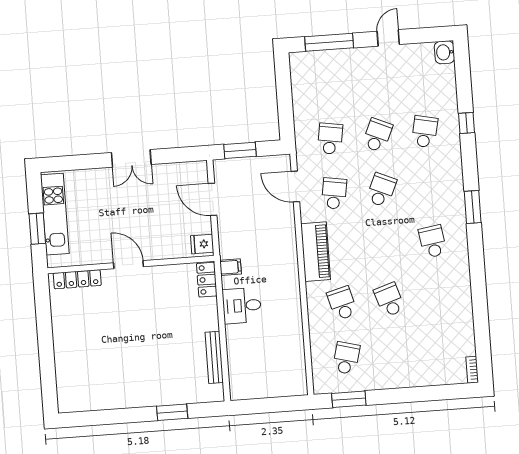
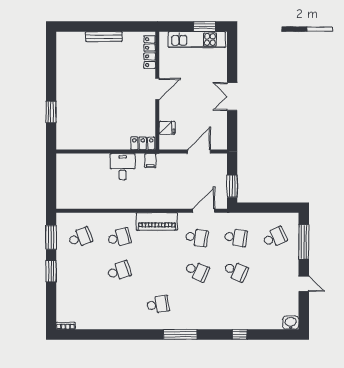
school desk: (425, 132) -> (275, 238), moved, turned -36
window: (240, 150) -> (232, 186), moved
window: (473, 207) -> (180, 335), width x1.44
window: (37, 229) -> (205, 27), moved
fridge: (202, 244) -> (167, 128), moved, turned 90
bench: (214, 357) -> (104, 37), moved
school desk: (346, 358) -> (80, 238), turned -36
window: (396, 396) -> (51, 271), added

